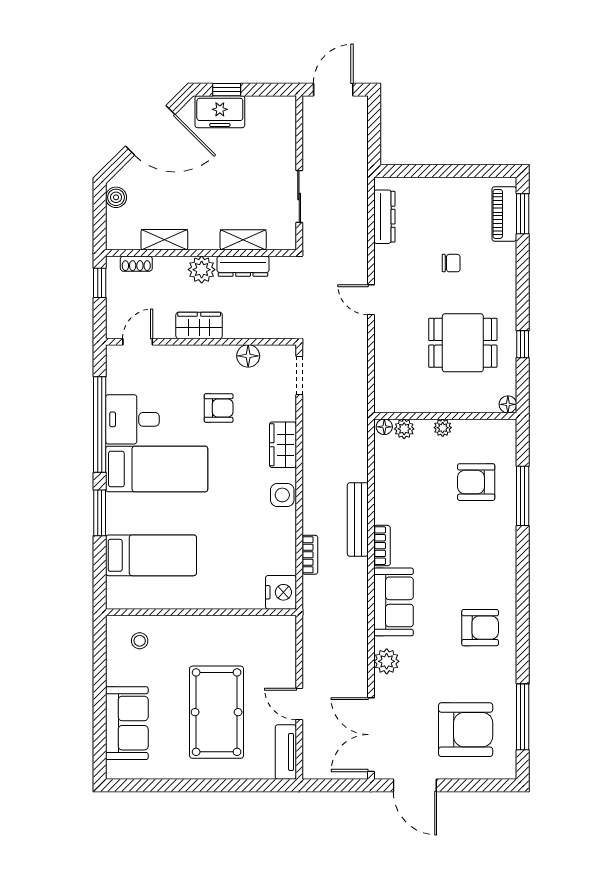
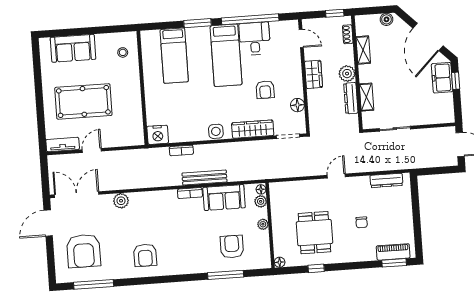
wardrobe: (283, 445) -> (253, 129), width x1.50
sofa: (394, 602) -> (224, 198), moved

